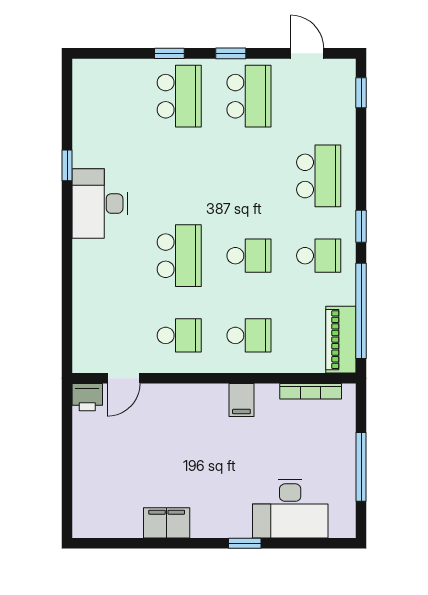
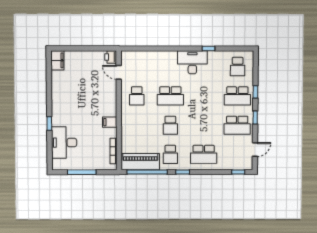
school desk: (249, 335) -> (238, 67), moved
piano: (341, 340) -> (140, 162), width x1.37, depth x1.33
filing cabinet: (167, 523) -> (57, 60), moved

